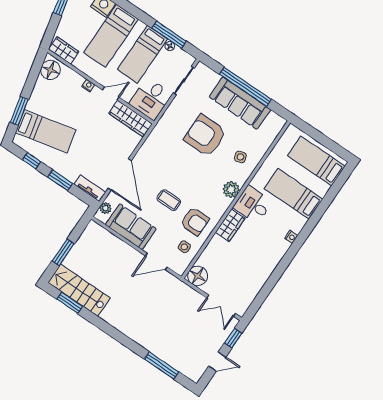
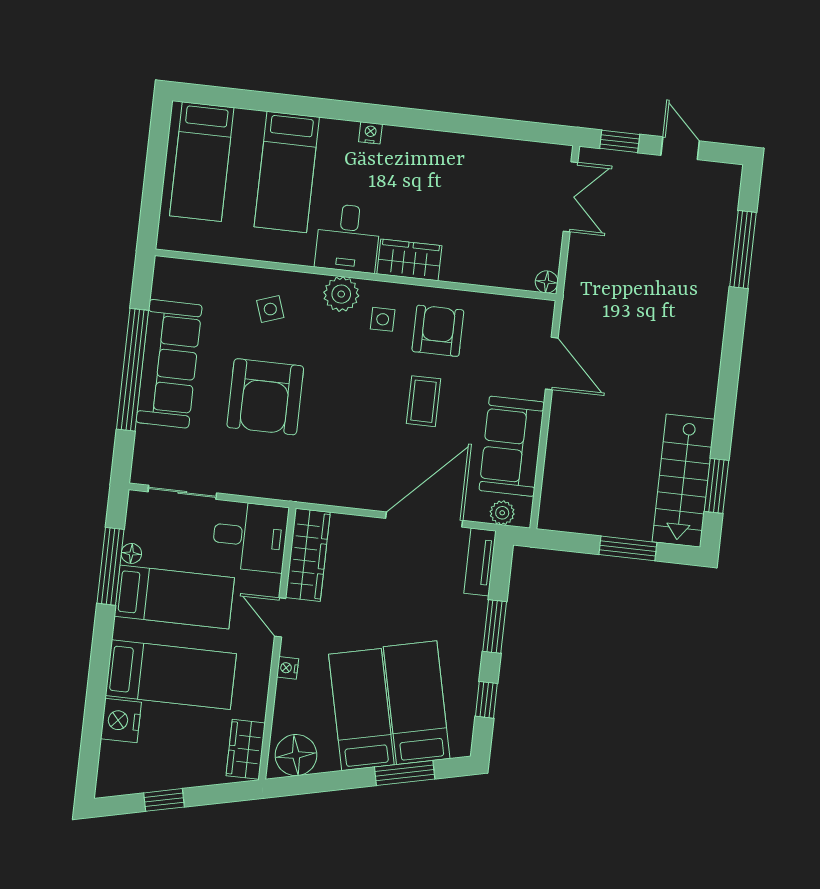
bed: (55, 107) -> (361, 710), added
side table: (184, 247) -> (383, 319), moved
floor lamp: (198, 276) -> (547, 282), width x0.53, depth x0.53

